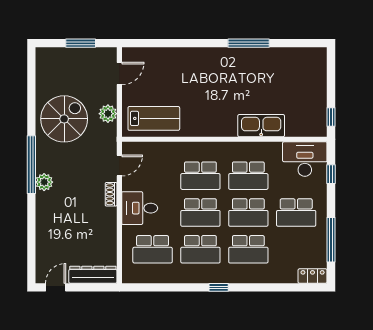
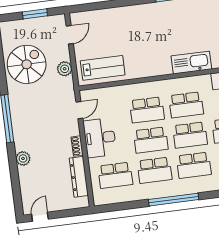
spiral stairs: (64, 119) -> (27, 64), moved
plant: (44, 182) -> (23, 158), moved
shoe rack: (111, 194) -> (77, 146), moved
desk: (140, 208) -> (100, 138), width x1.37
dresser: (93, 275) -> (79, 177), moved, turned -90
window: (219, 287) -> (174, 200), width x3.17

